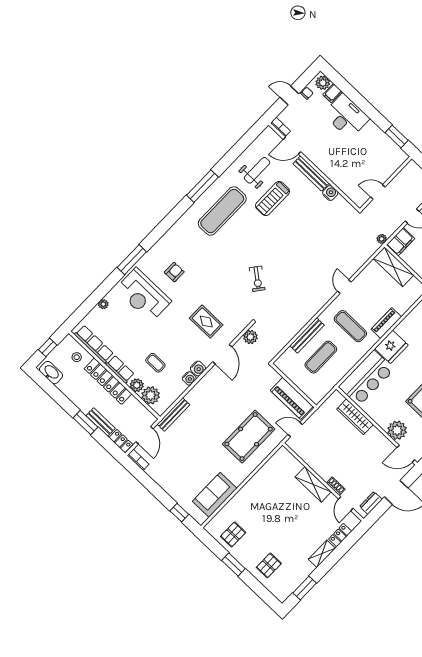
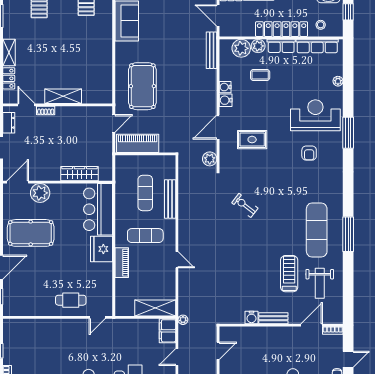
bench: (311, 173) -> (273, 318), width x0.73
door: (222, 354) -> (218, 127), hinge flipped

